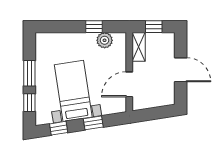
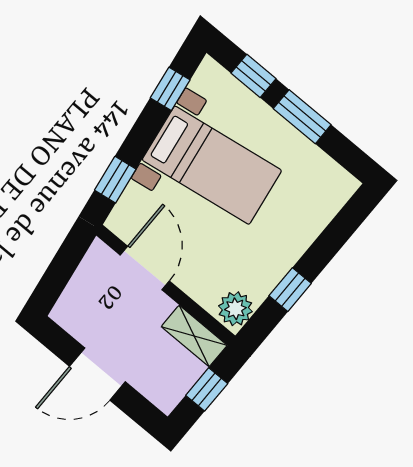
plant: (105, 40) -> (235, 309), moved
window: (93, 123) -> (115, 180), moved

